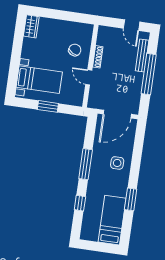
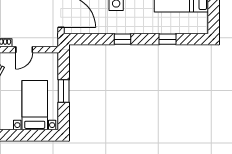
window: (86, 164) -> (123, 39), width x0.46

